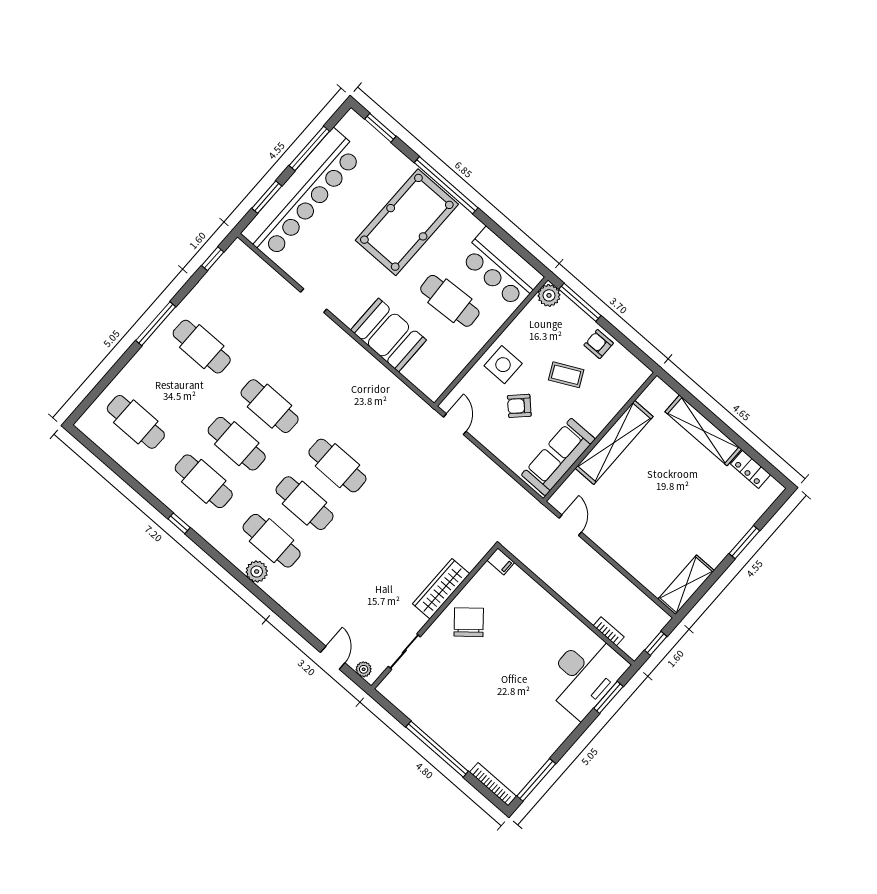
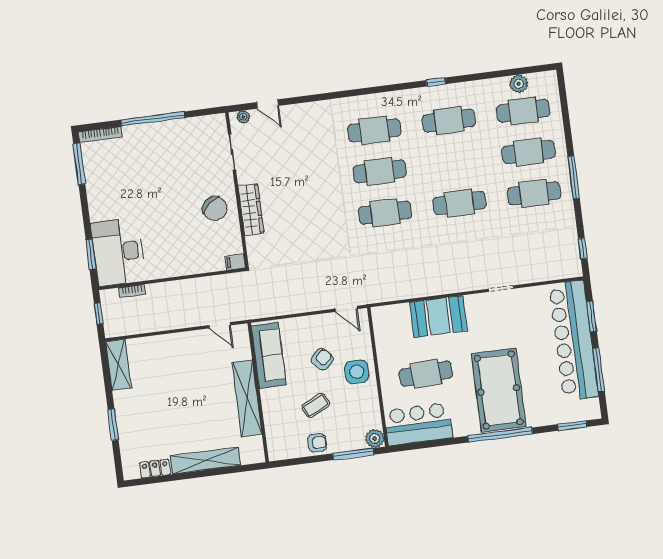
cafe table: (237, 444) -> (529, 152), moved
plant: (257, 572) -> (519, 84), moved

